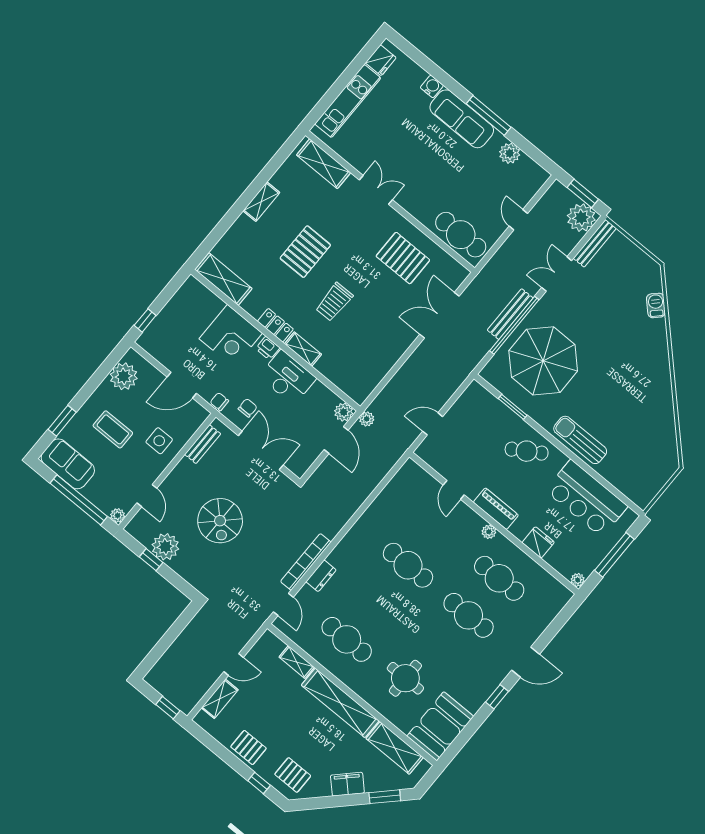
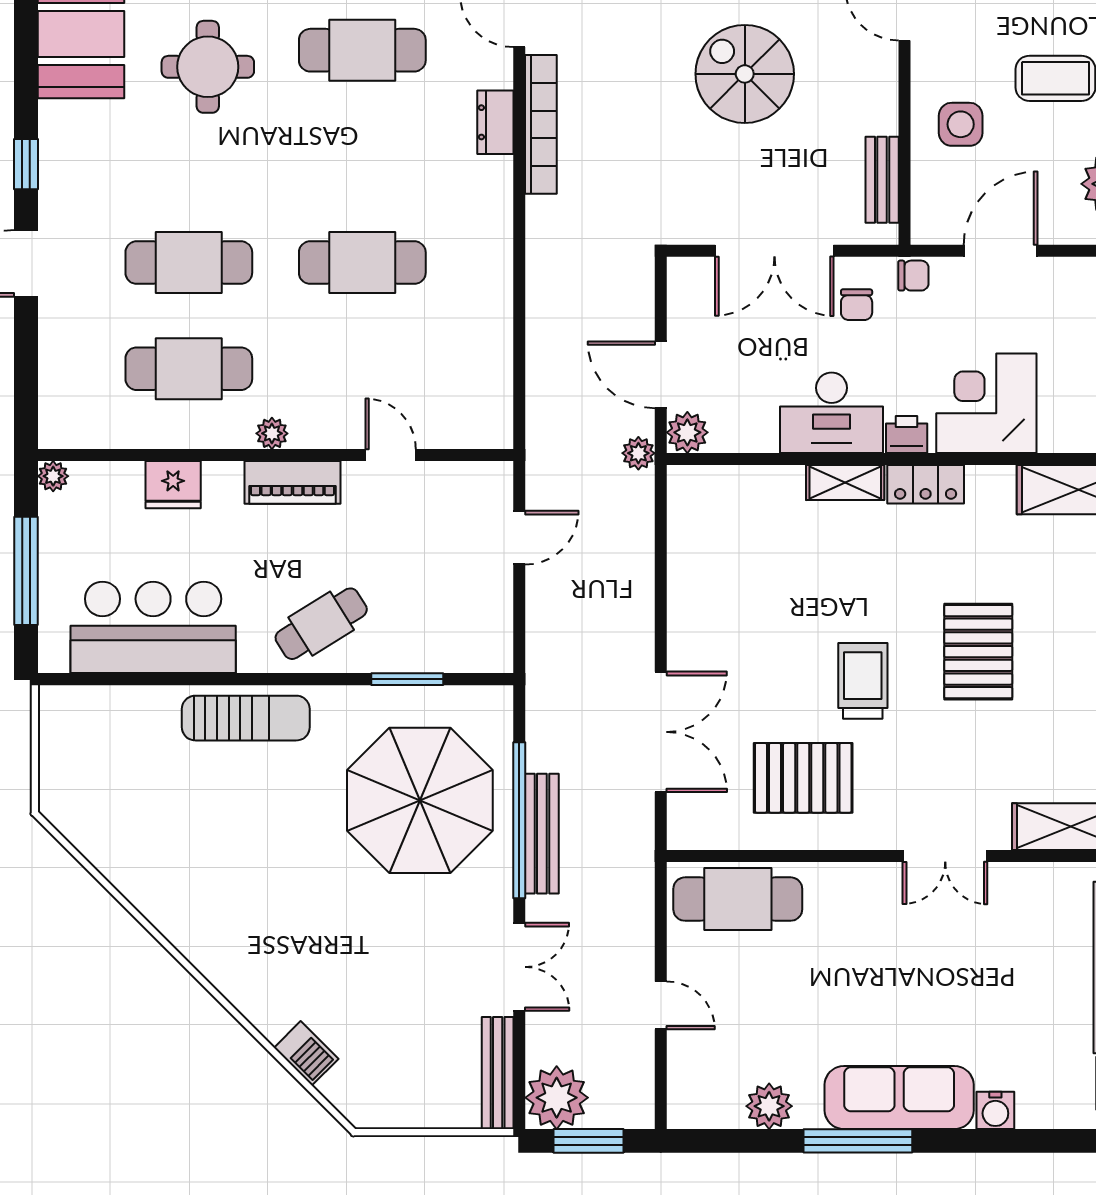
trolley: (334, 302) -> (863, 681), moved

